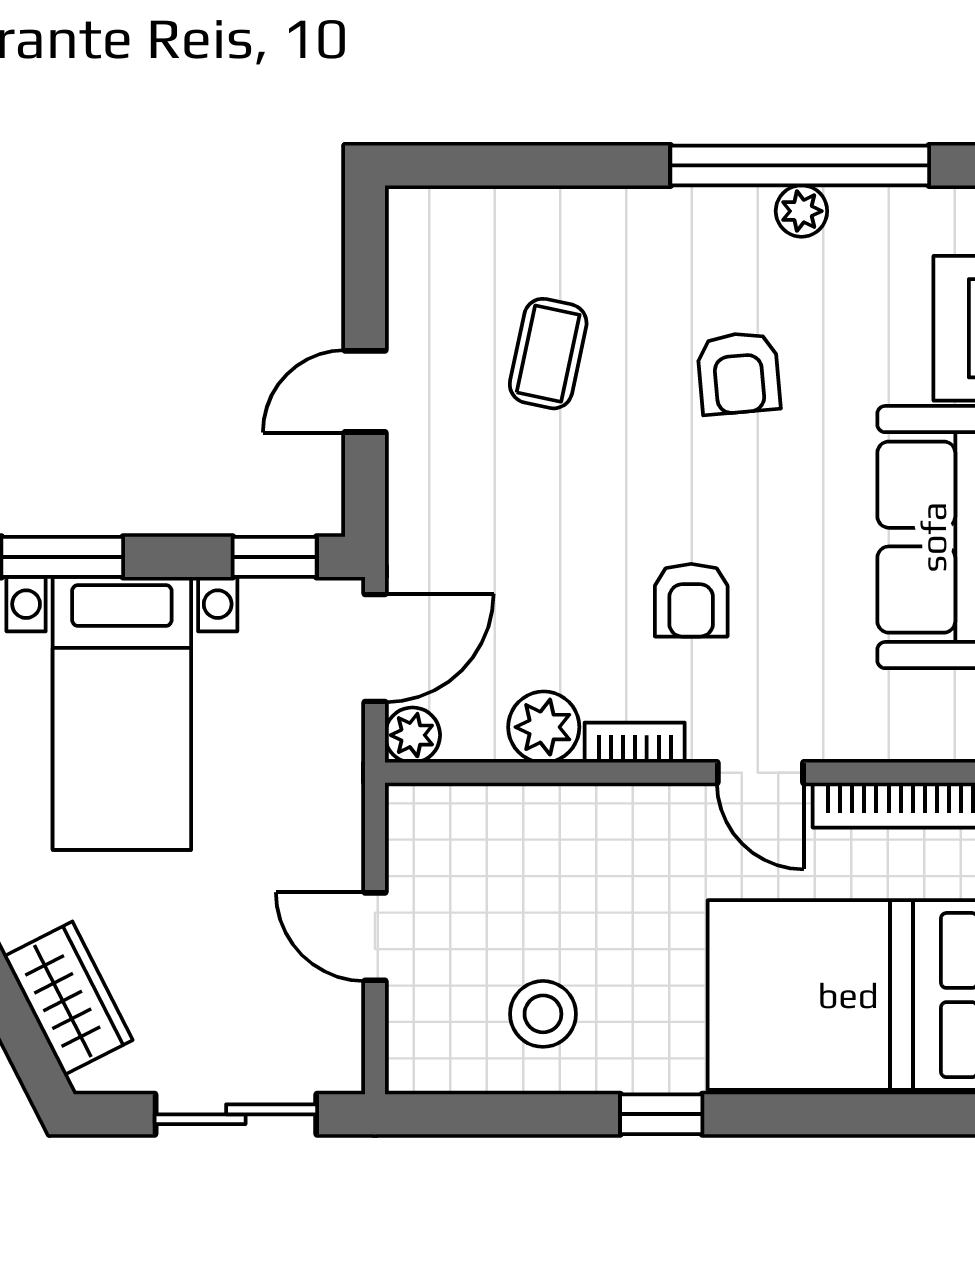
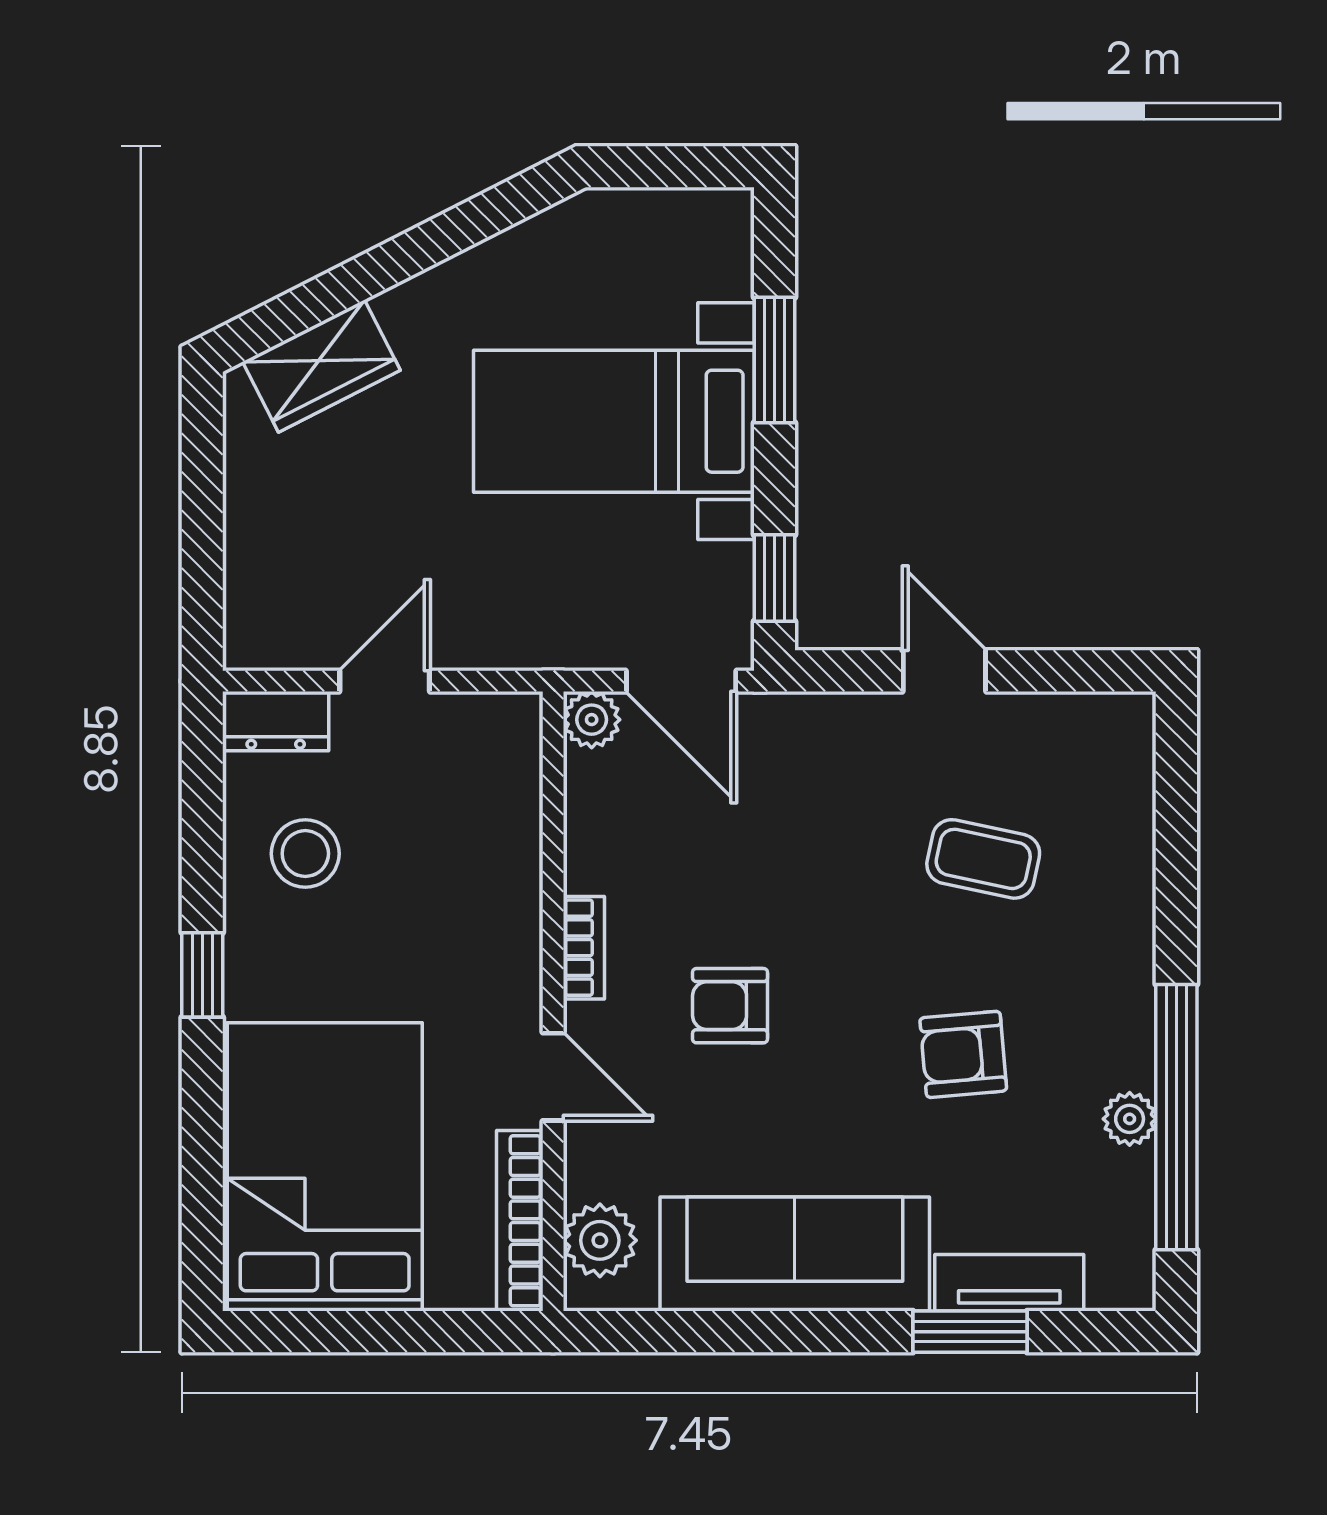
plant: (544, 727) -> (600, 1240), moved
door: (760, 773) -> (553, 1077), swing flipped
dresser: (414, 1043) -> (276, 721), added
sliding door: (236, 1114) -> (202, 538), removed

